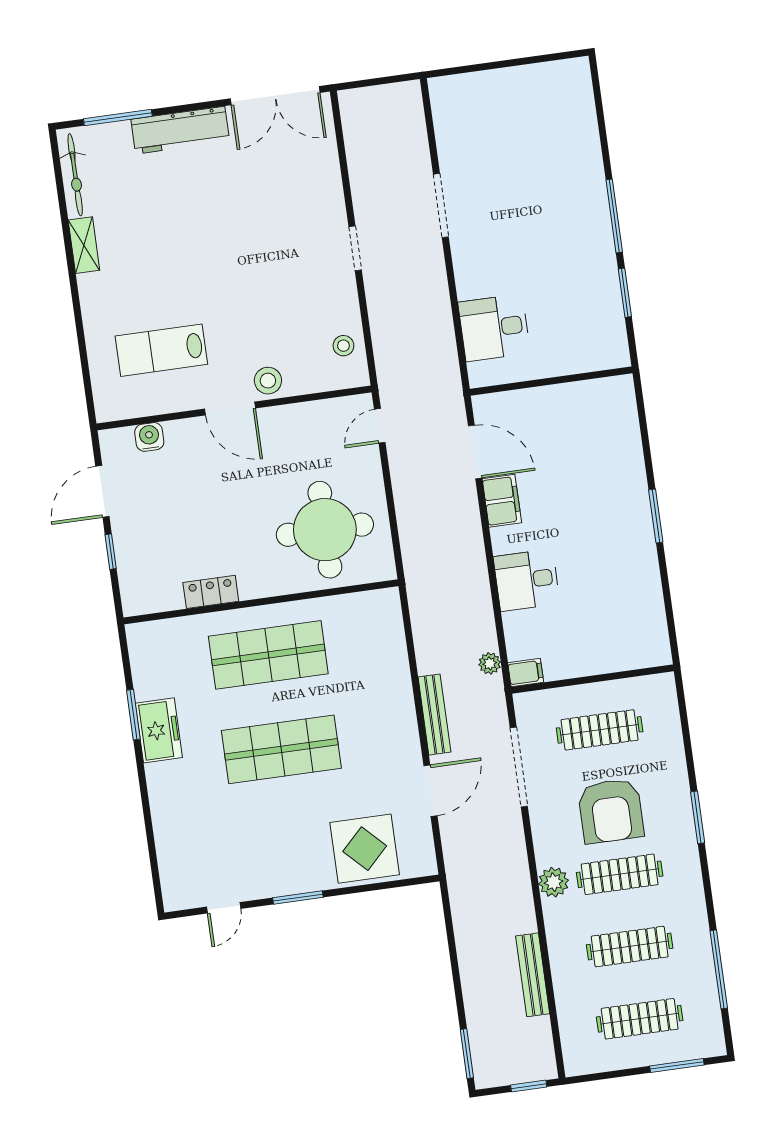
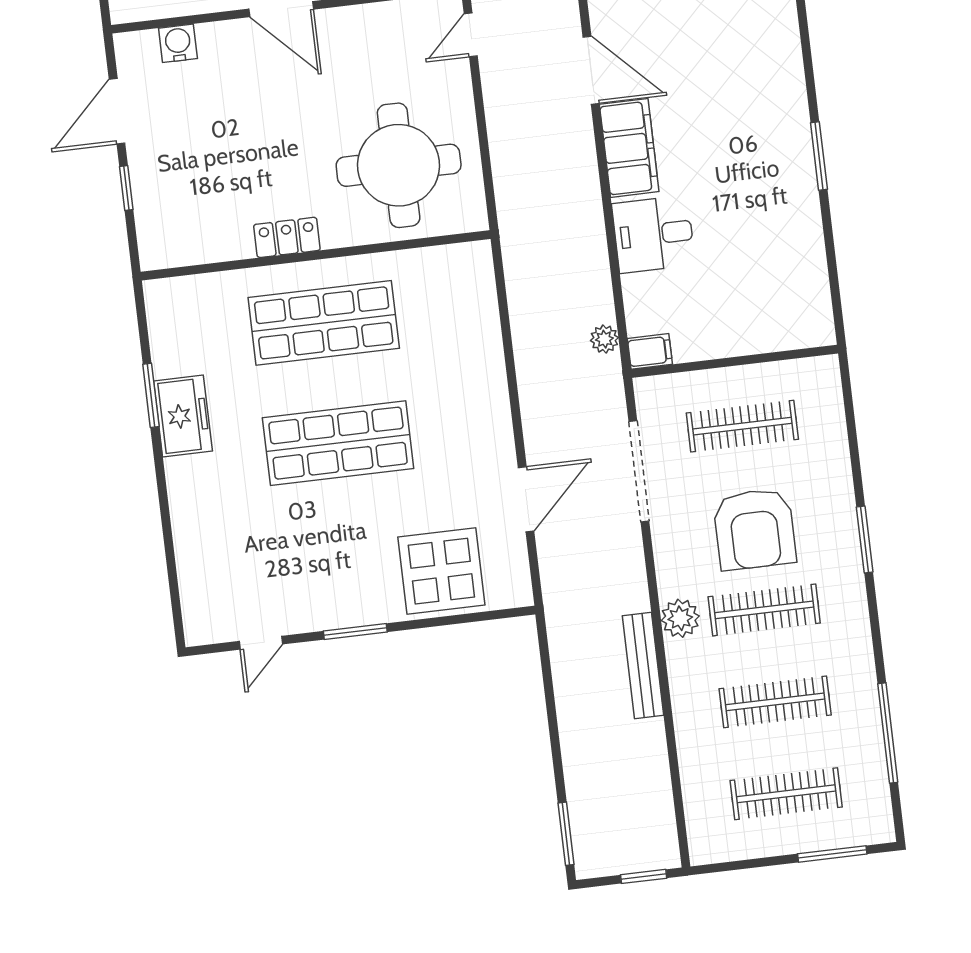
filing cabinet: (502, 501) -> (629, 148), width x1.50, depth x1.17
locker: (211, 592) -> (287, 237), moved
bench: (434, 715) -> (533, 403), removed
bench: (533, 975) -> (643, 666), moved

